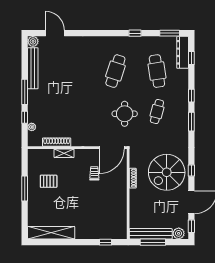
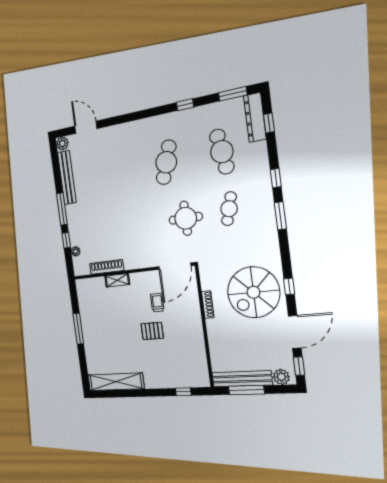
pallet: (49, 181) -> (152, 331), moved

